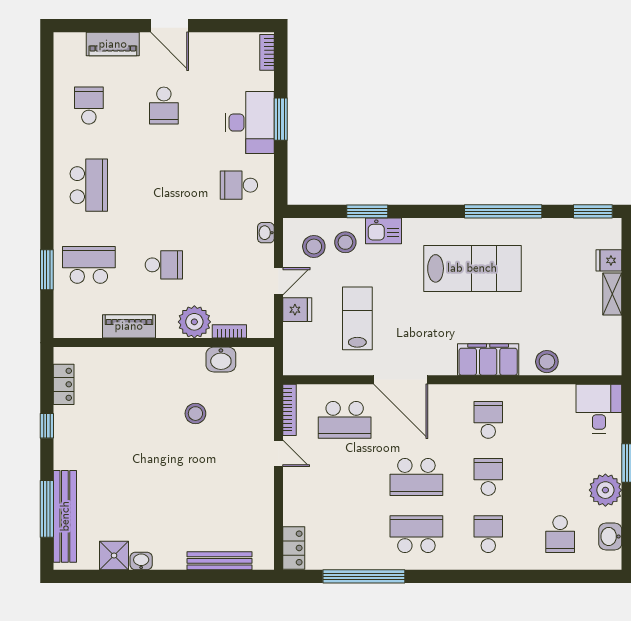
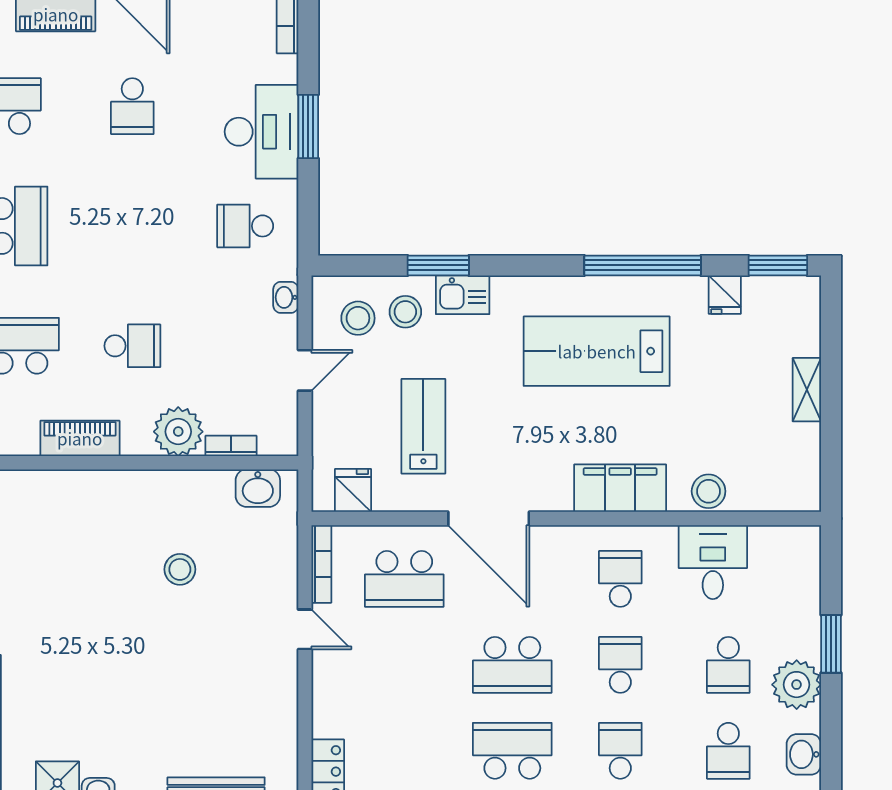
fridge: (609, 260) -> (725, 295), moved, turned -90
lab bench: (472, 268) -> (597, 351), turned 180
fridge: (297, 310) -> (353, 490), moved, turned -90
washbasin: (221, 359) -> (258, 488), moved
desk: (599, 409) -> (713, 562), moved
school desk: (560, 477) -> (728, 665), added

